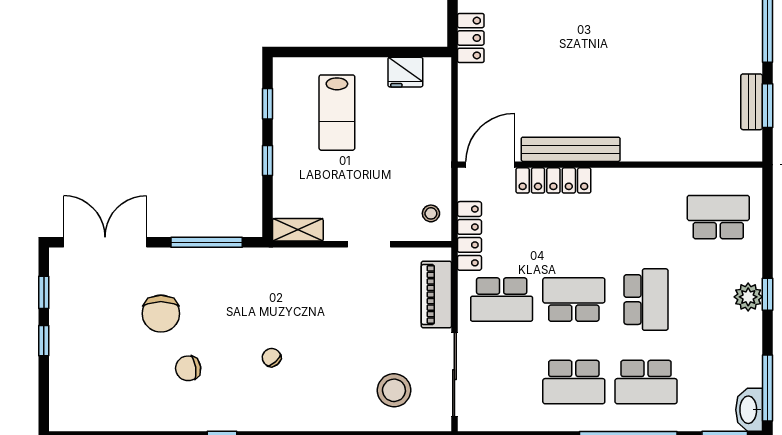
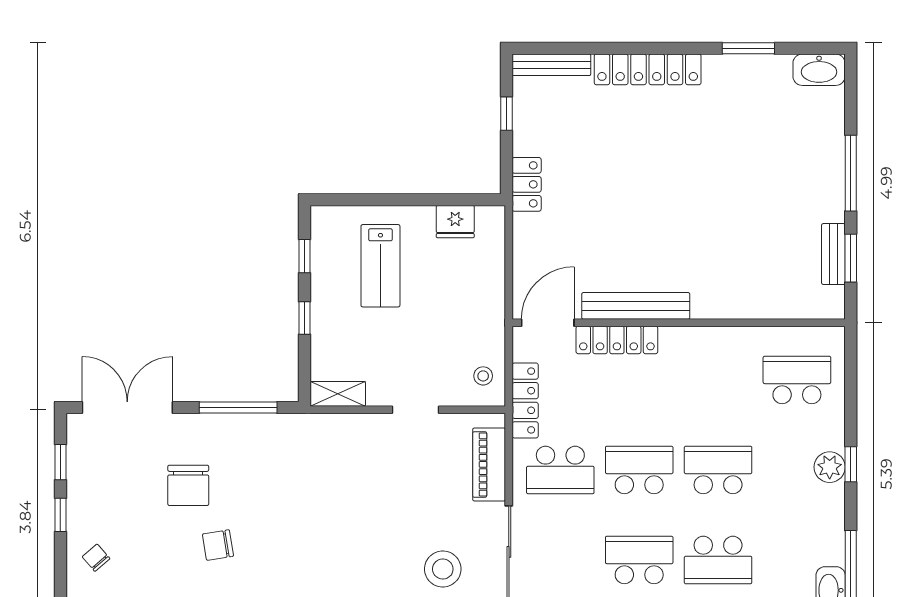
school desk: (646, 300) -> (718, 470), turned -90
chair: (272, 358) -> (96, 558), moved
school desk: (574, 382) -> (639, 560), turned 180

